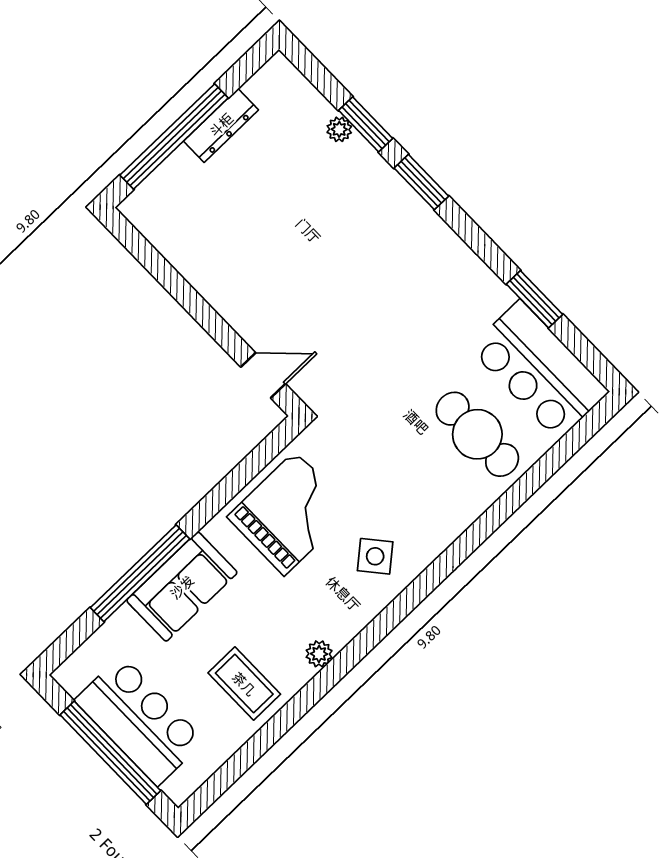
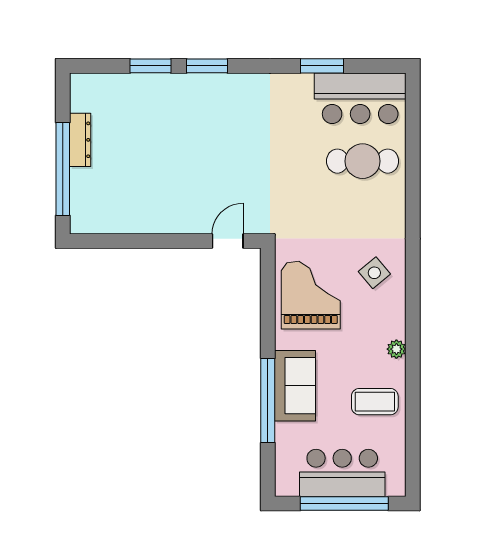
plant: (339, 129) -> (140, 82), removed

